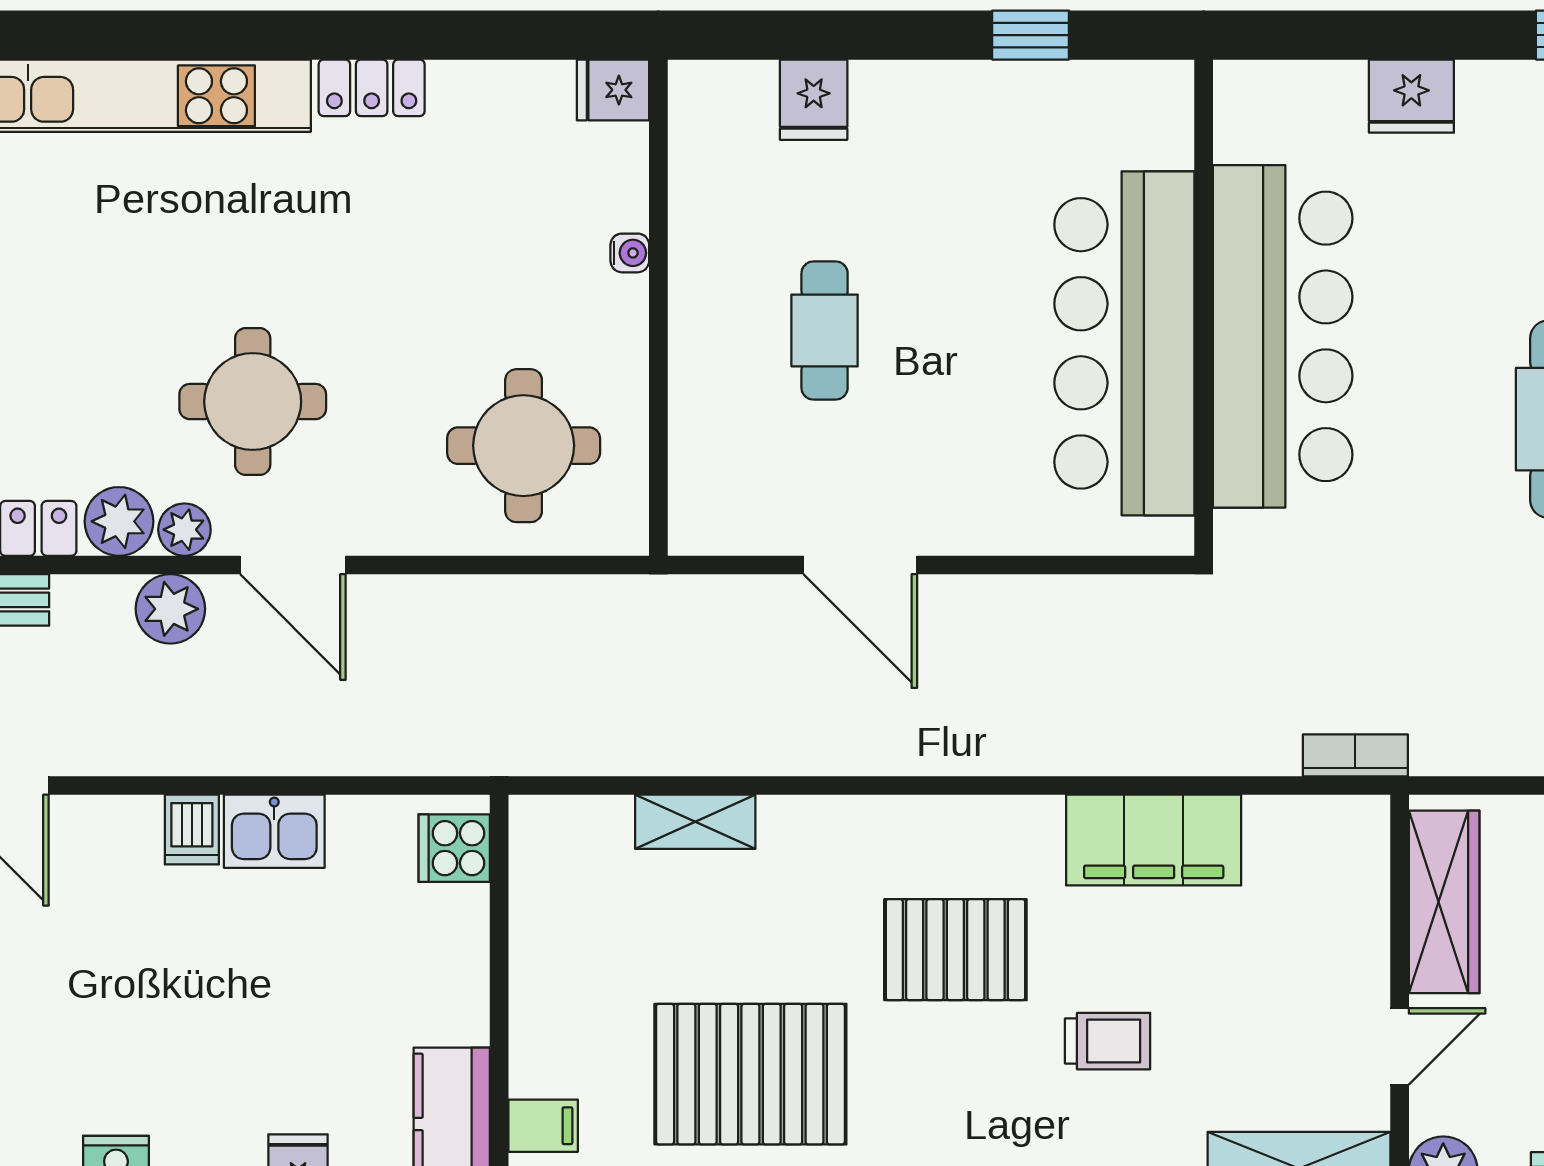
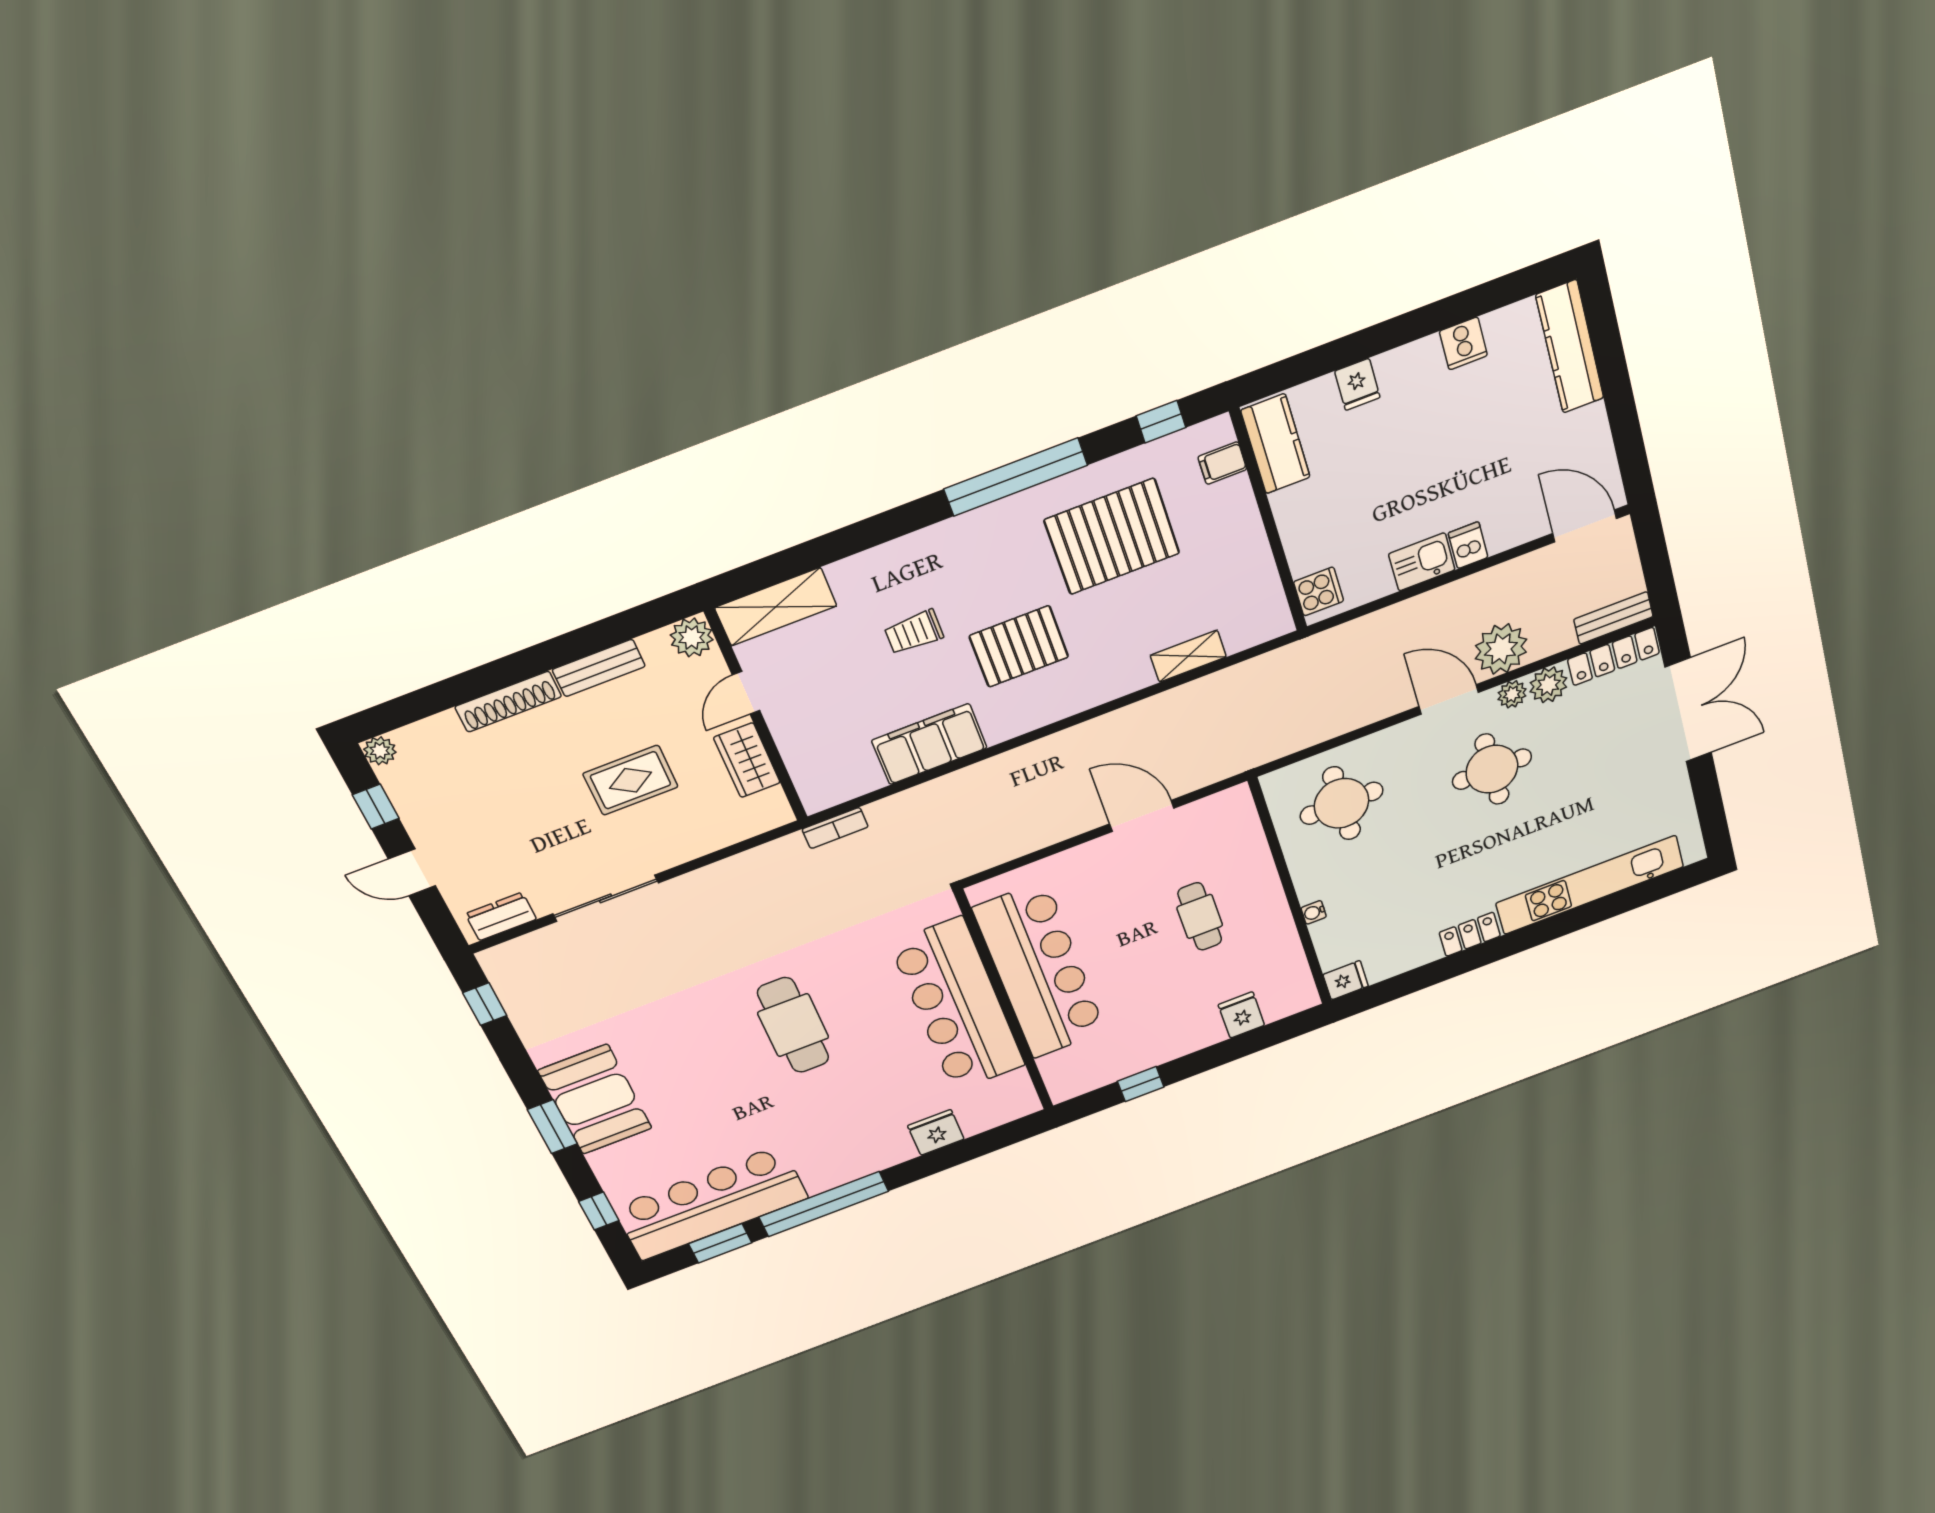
plant: (170, 609) -> (1501, 649), width x1.36, depth x1.36
wardrobe: (1444, 902) -> (747, 760), width x0.67

